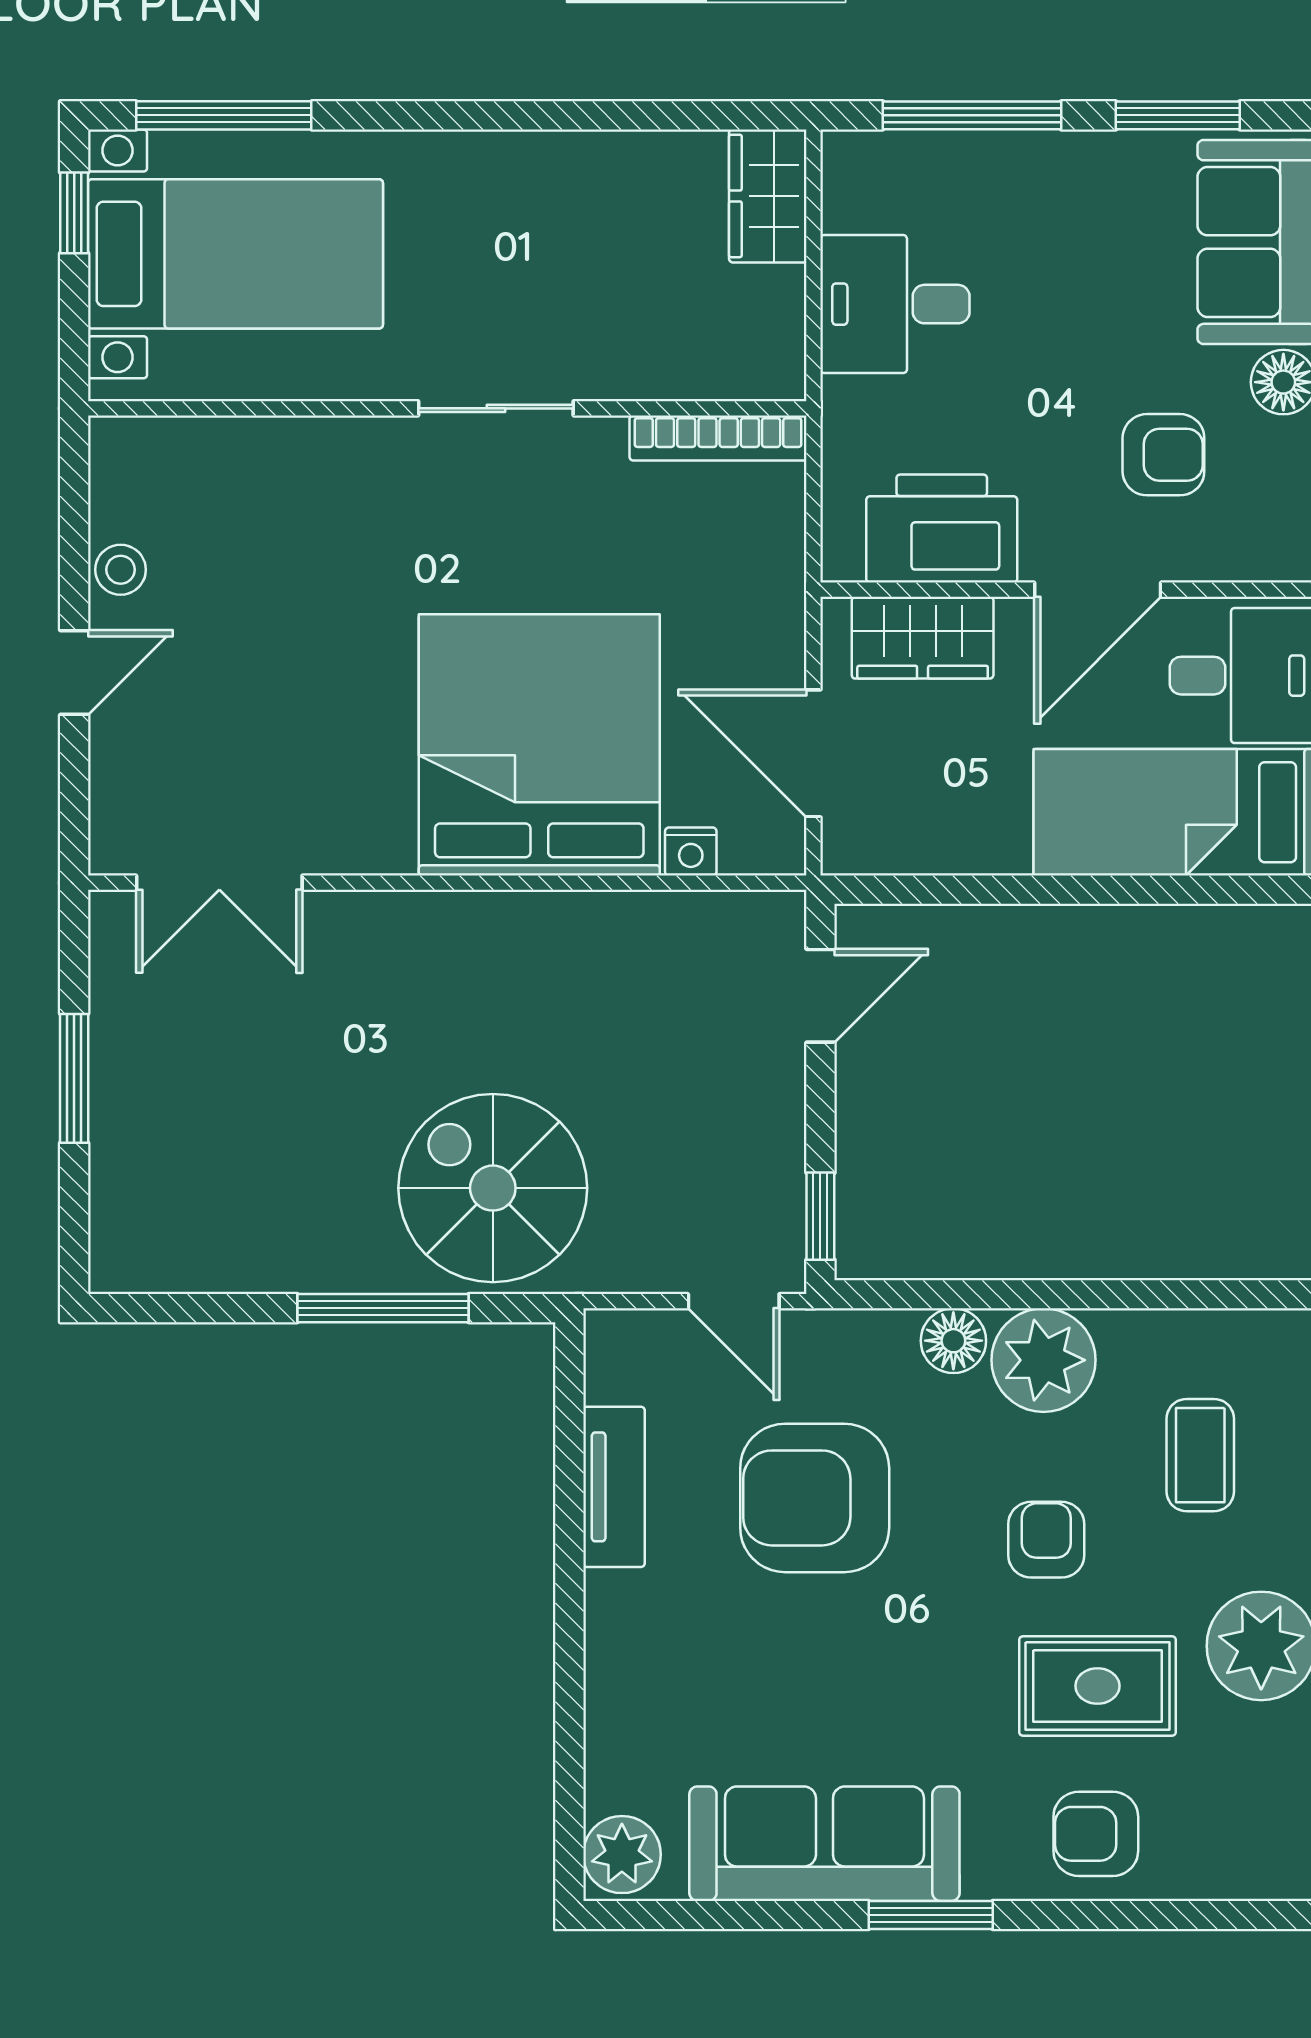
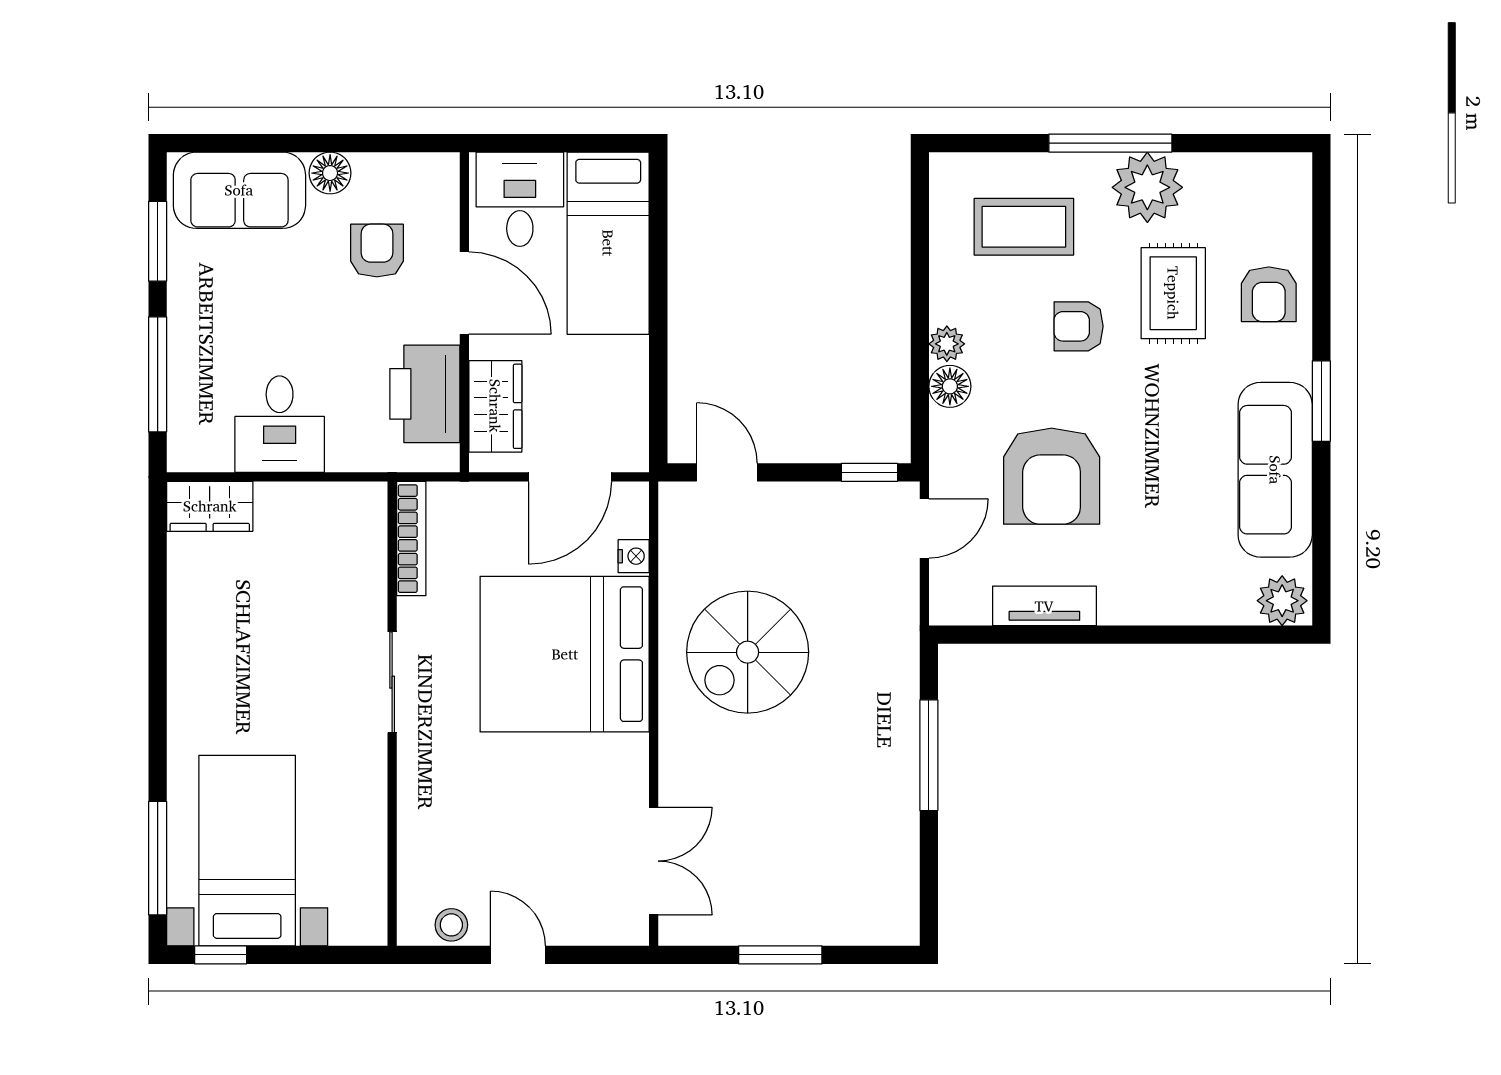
wall: (447, 408) -> (392, 714), moved
sliding door: (496, 408) -> (392, 682), moved
bookcase: (718, 438) -> (411, 539), moved
spiral stairs: (493, 1188) -> (748, 652), moved
plant: (1043, 1360) -> (947, 344), width x0.53, depth x0.53
coffee table: (1200, 1455) -> (1024, 227), width x1.36, depth x1.30

